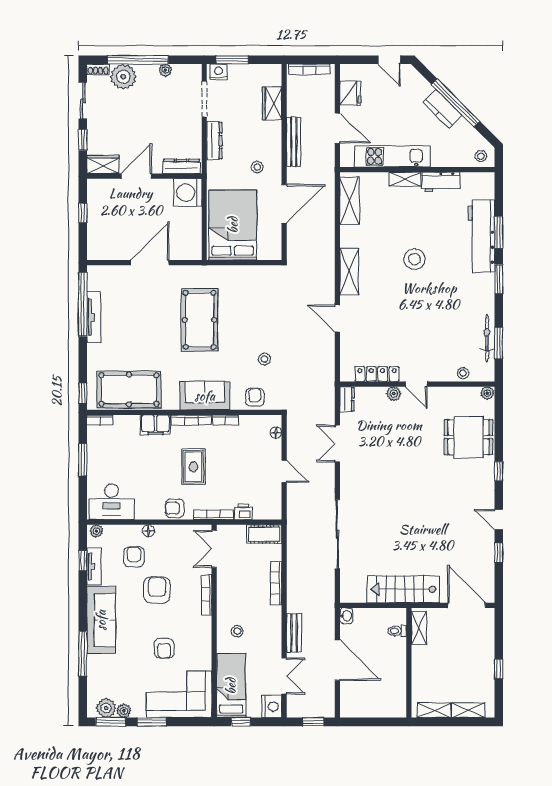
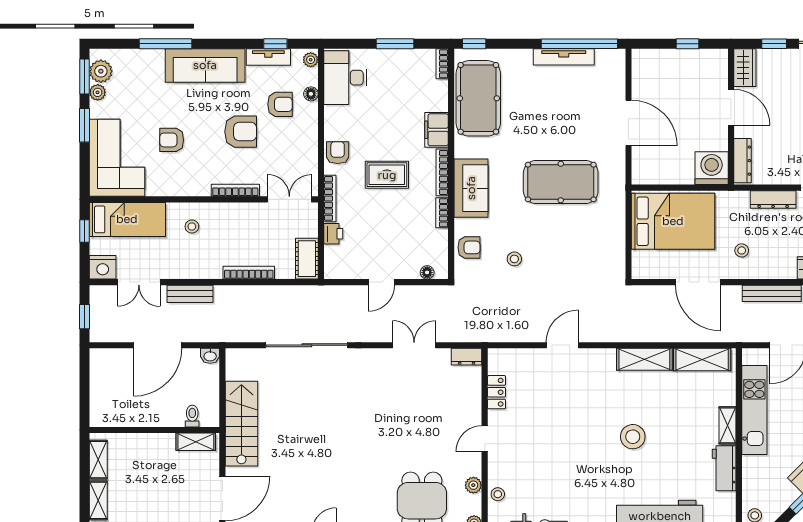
shelving: (349, 272) -> (644, 359), moved
locker: (377, 374) -> (497, 392), width x0.66
plant: (394, 394) -> (473, 485), moved
floor lamp: (148, 531) -> (311, 94), moved

